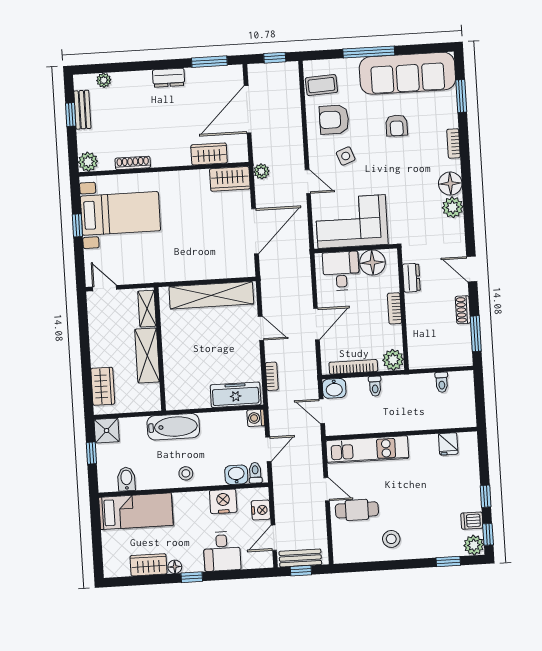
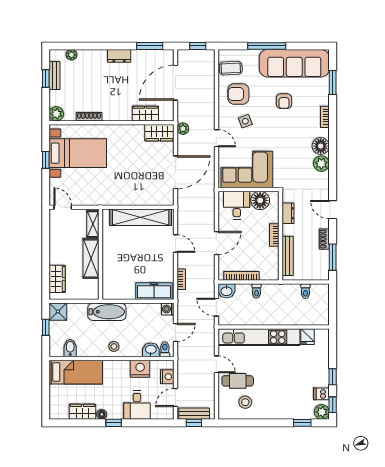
bench: (414, 336) -> (288, 256), added
plant: (393, 360) -> (271, 273), removed
kitchen unit: (367, 449) -> (259, 337), width x1.36
stool: (391, 539) -> (245, 402), moved

